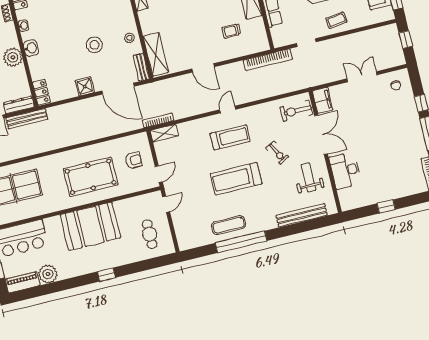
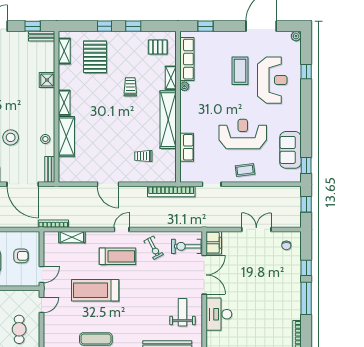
shelving: (156, 54) -> (66, 136), moved
shelving: (164, 133) -> (72, 237), moved
exercise bike: (277, 152) -> (154, 248), moved
treadmill: (236, 179) -> (95, 290), moved

